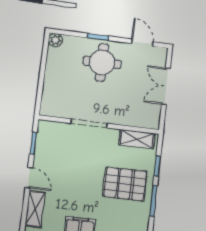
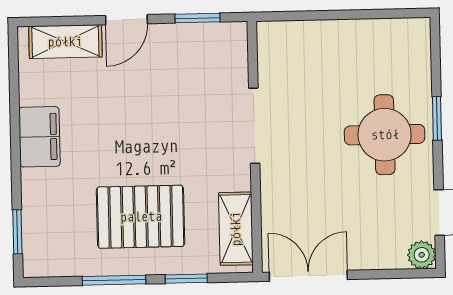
plant: (55, 40) -> (422, 255), moved
double door: (166, 86) -> (308, 276), moved
pallet: (125, 184) -> (141, 217), turned 90

